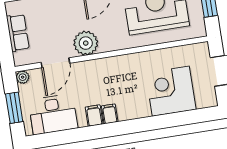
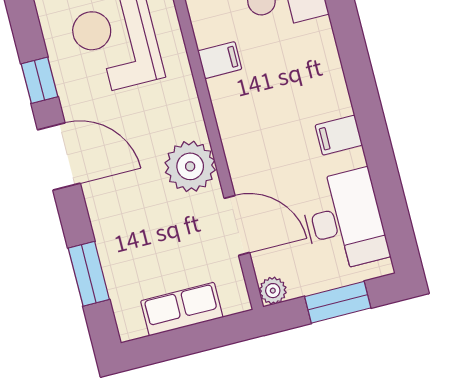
filing cabinet: (110, 114) -> (220, 60), moved, turned 180

